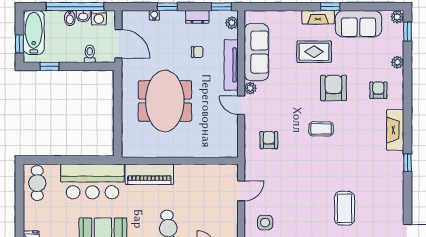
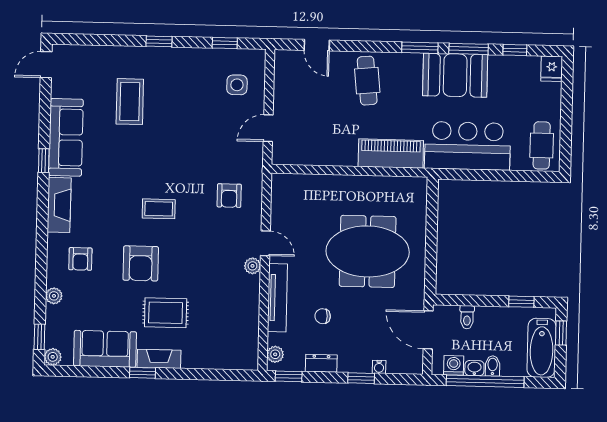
sofa: (256, 52) -> (66, 137), moved, turned 180
meeting table: (165, 101) -> (368, 251), turned 90

